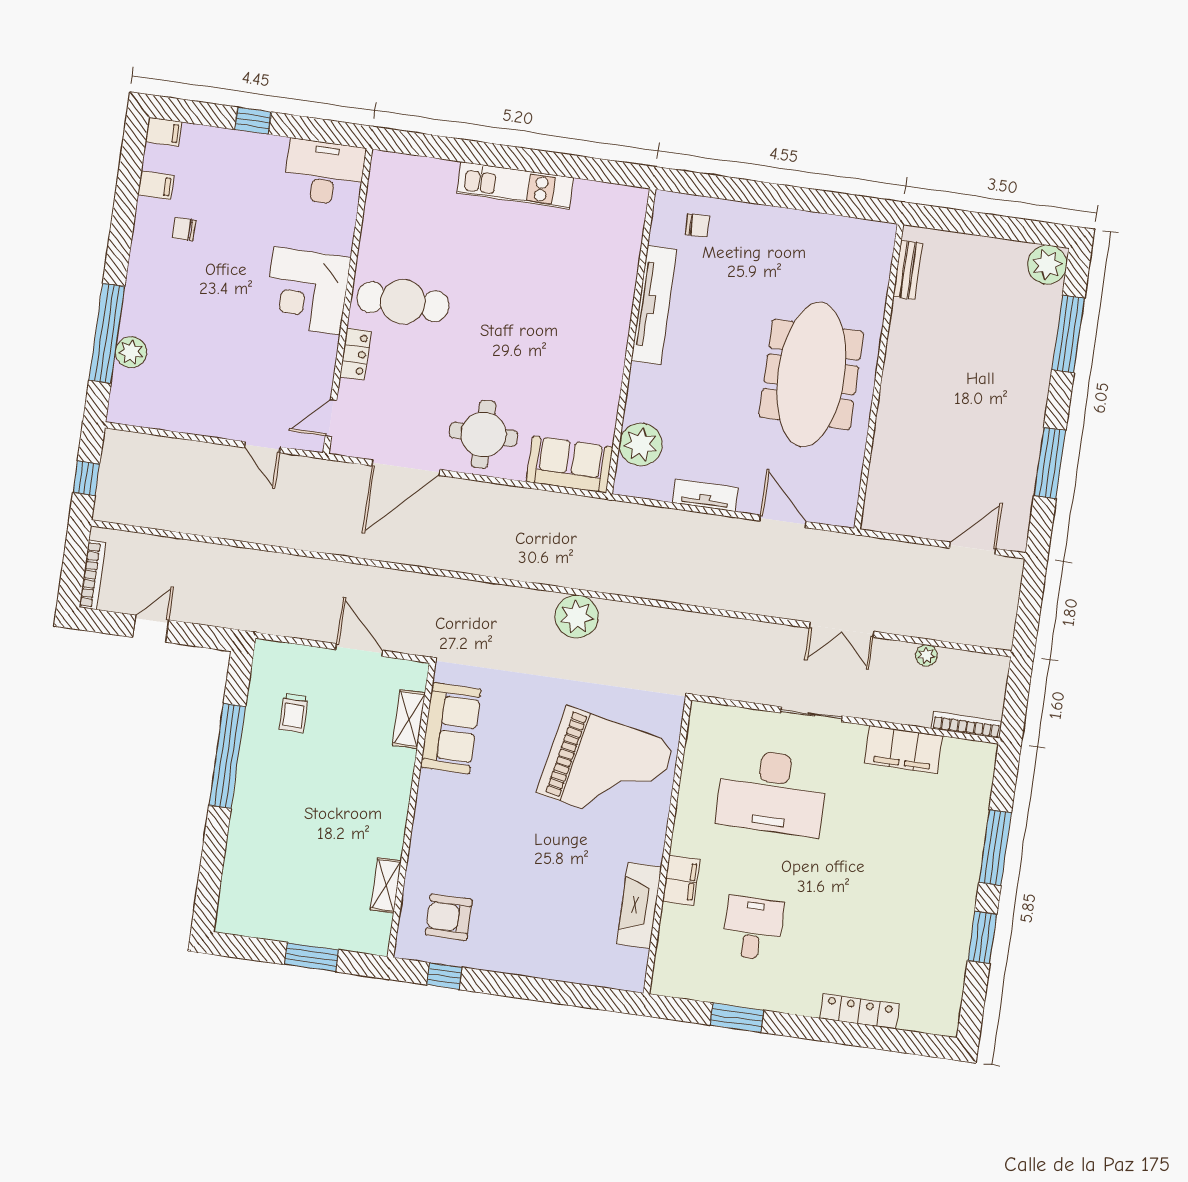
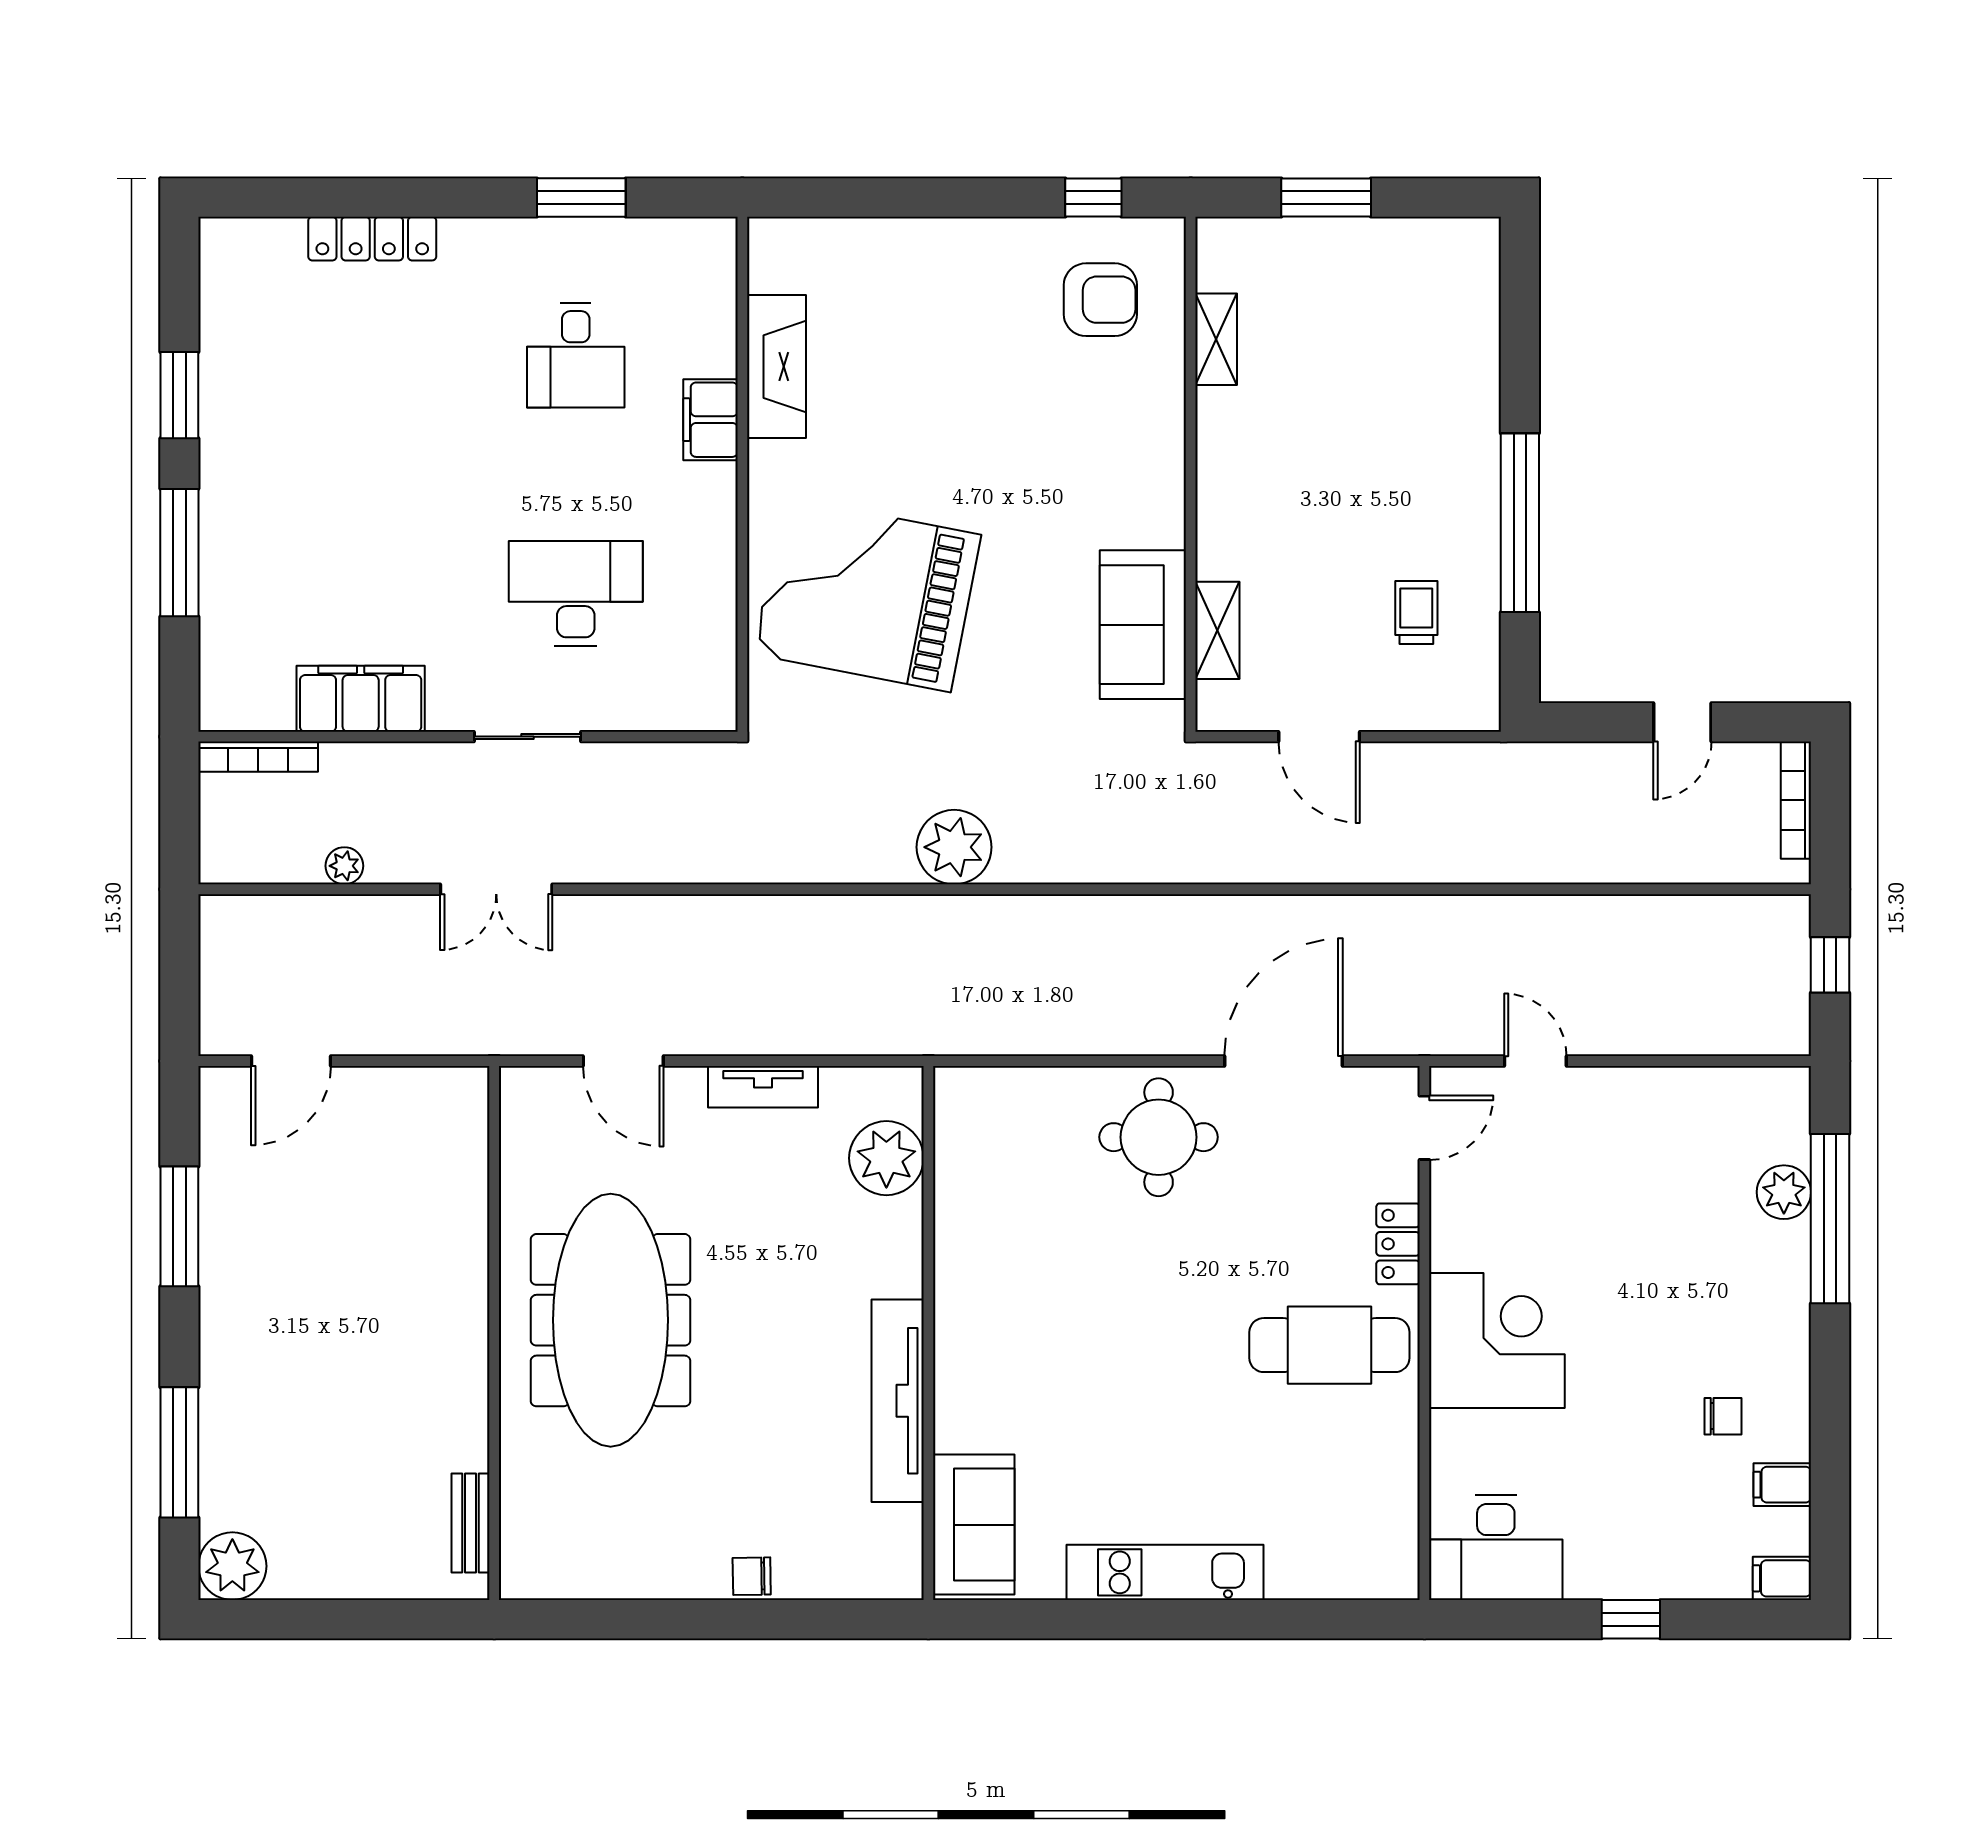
chair: (697, 225) -> (752, 1576), moved
sofa: (570, 465) -> (974, 1525), moved, turned -90
double door: (842, 630) -> (496, 889), swing flipped
desk: (772, 792) -> (576, 593), width x0.73, depth x0.77

